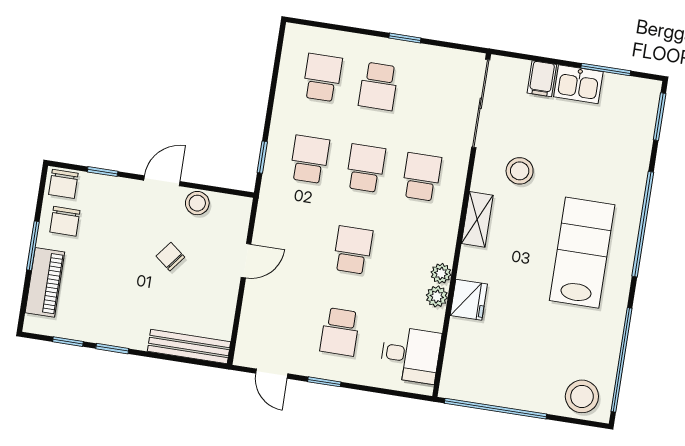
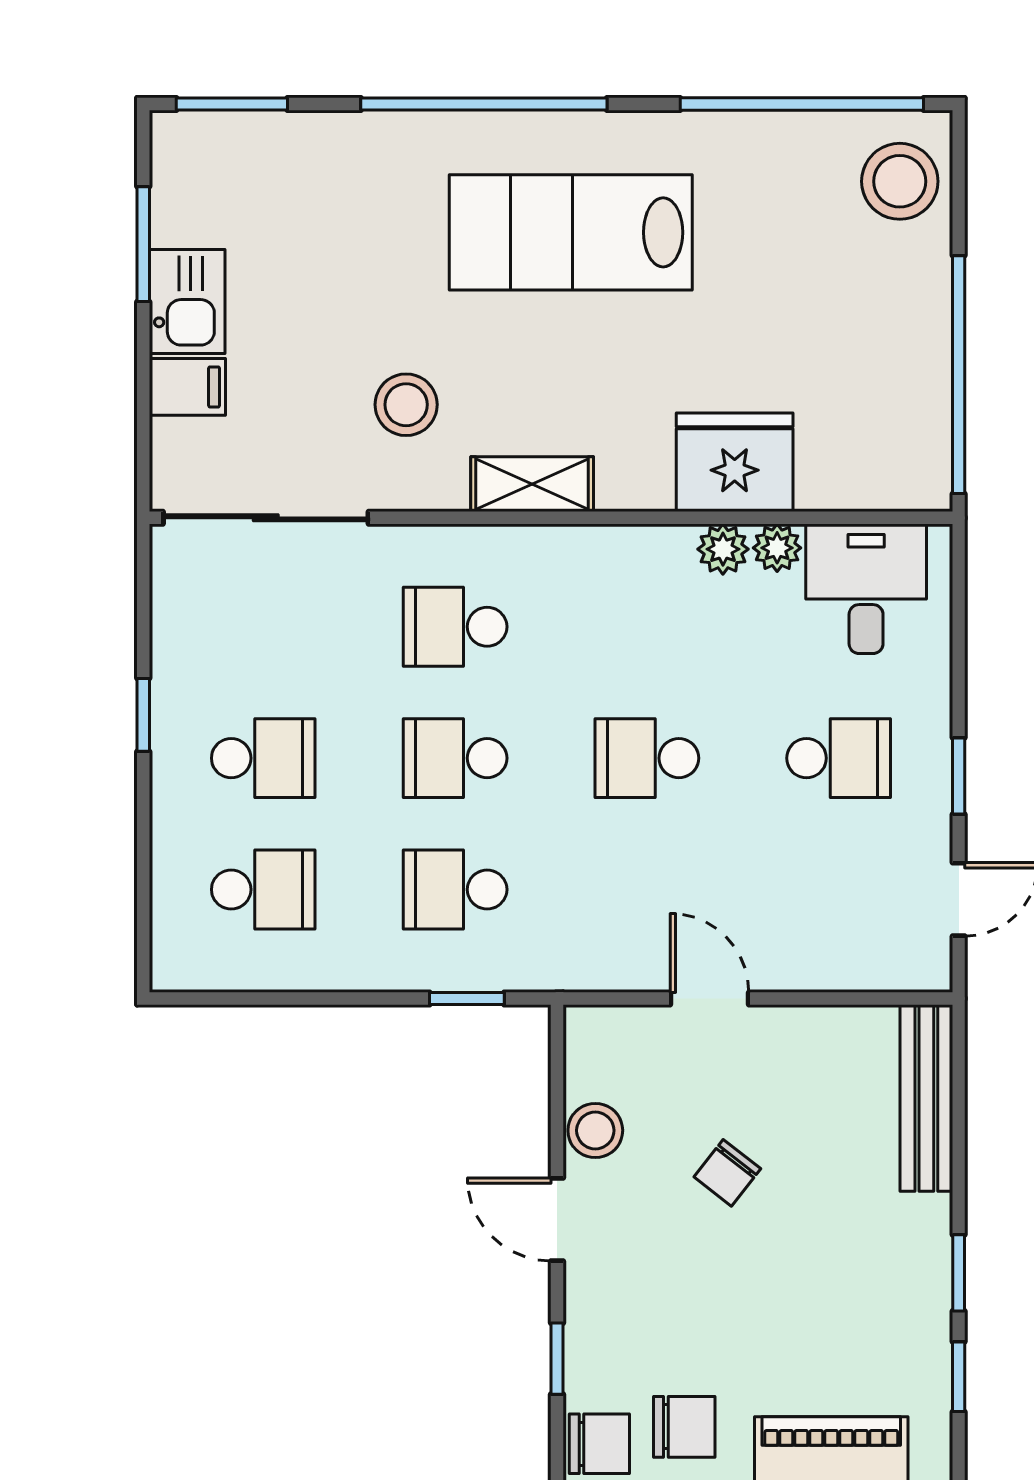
school desk: (322, 78) -> (263, 890), turned 180
plant: (441, 273) -> (777, 548), moved
fridge: (469, 300) -> (735, 462), width x1.36, depth x1.34

